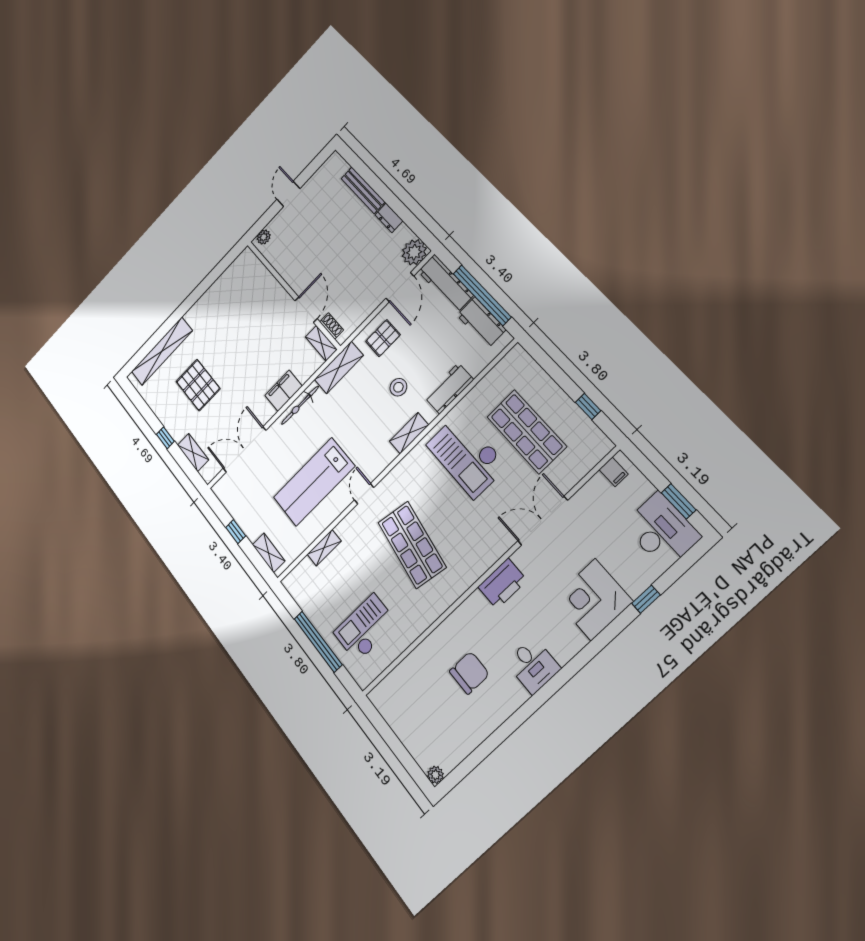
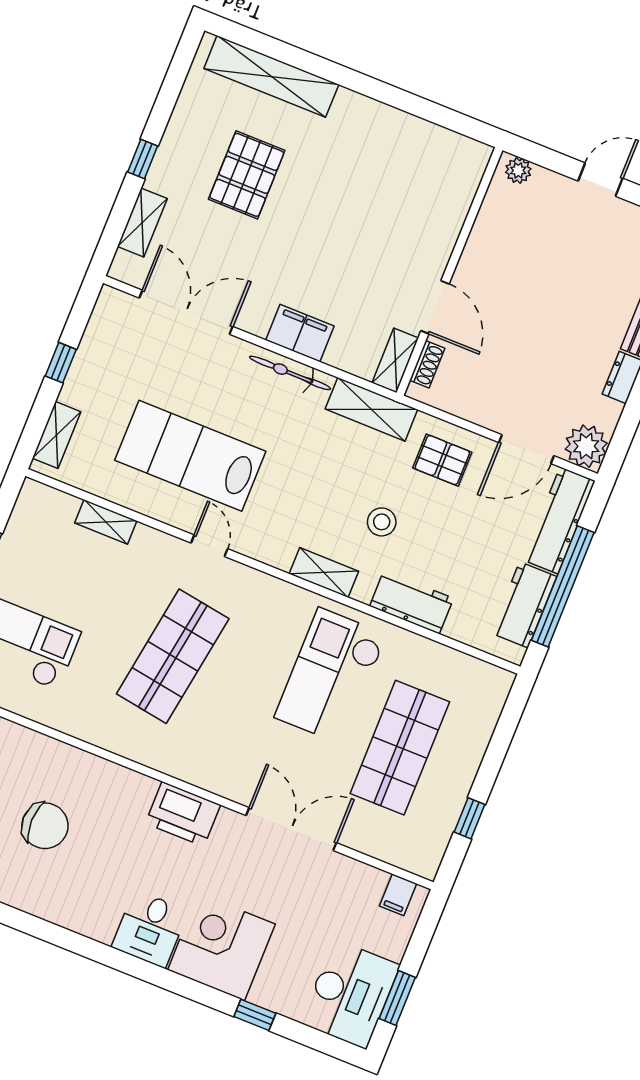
door: (306, 310) -> (435, 307), hinge flipped
door: (364, 494) -> (209, 546), hinge flipped
desk: (533, 665) -> (150, 929), moved

